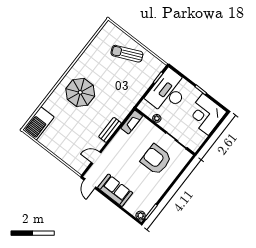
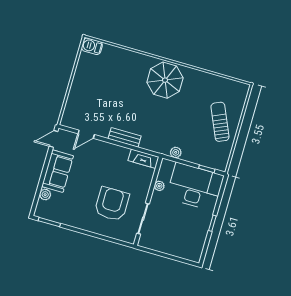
parasol: (80, 92) -> (165, 80), moved
plant: (137, 96) -> (176, 152), added
corner desk: (206, 114) -> (186, 240), removed
barbecue: (38, 123) -> (92, 46), width x0.53, depth x0.65
door: (96, 158) -> (86, 134), swing flipped
plant: (141, 216) -> (45, 195), moved

